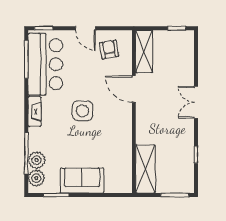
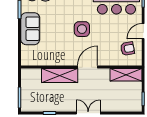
door: (134, 89) -> (87, 67), moved
shelving: (145, 169) -> (60, 76), moved

